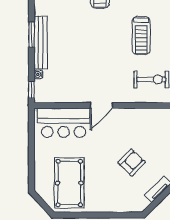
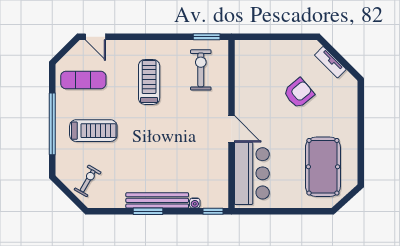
treadmill: (141, 36) -> (149, 82), turned -90
armchair: (132, 162) -> (299, 93), turned 96
pool table: (69, 183) -> (323, 167), turned 90

